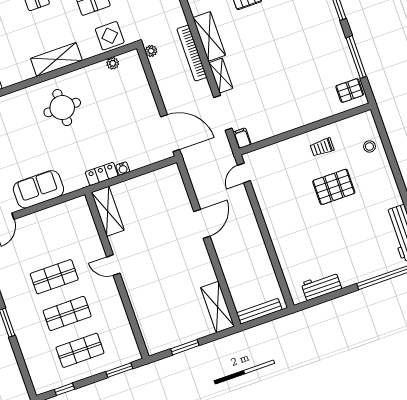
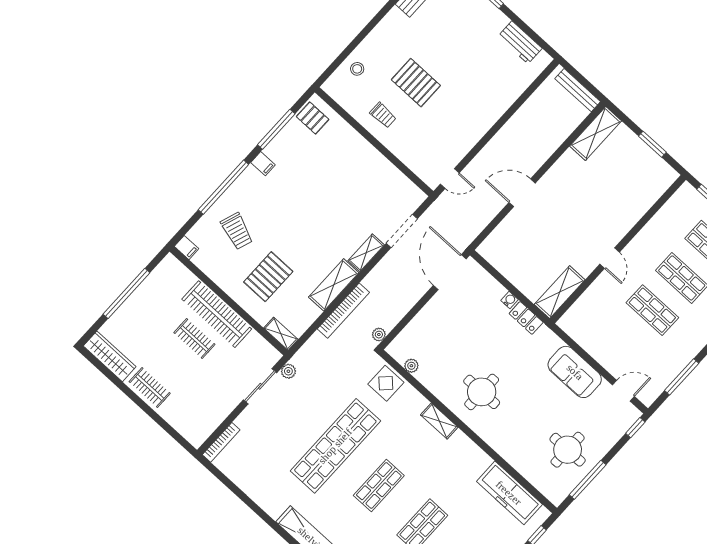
bookcase: (192, 53) -> (343, 311), moved
shelving: (56, 59) -> (439, 421), width x0.67, depth x0.75
filing cabinet: (242, 138) -> (263, 164), moved, turned -90

